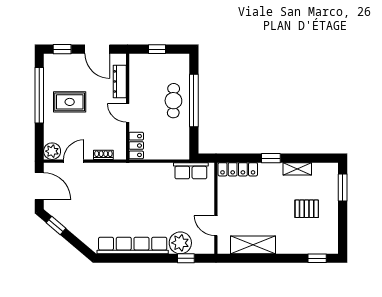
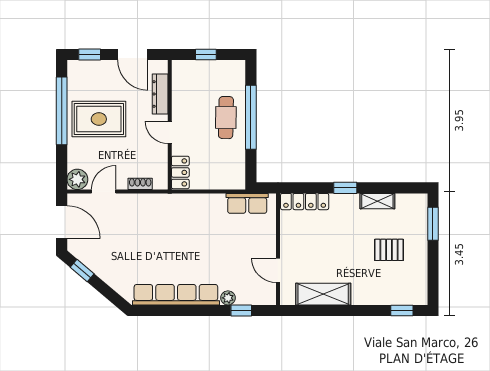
rug: (70, 102) -> (99, 119), width x1.36, depth x1.43
plant: (180, 243) -> (228, 298), width x0.53, depth x0.53

